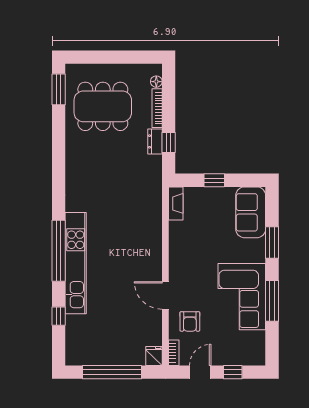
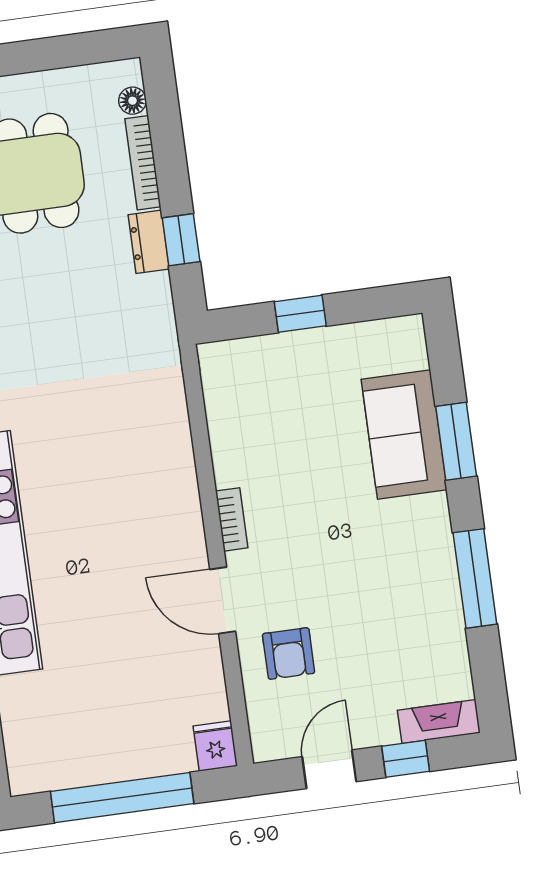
fireplace: (176, 203) -> (439, 721), moved, turned -90
sofa: (251, 212) -> (404, 434), moved
corner sofa: (242, 297) -> (403, 578), removed
bookcase: (174, 353) -> (232, 519), moved

